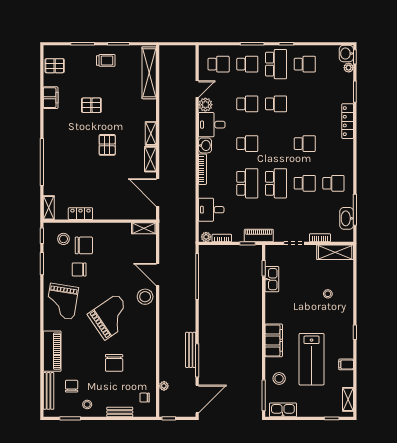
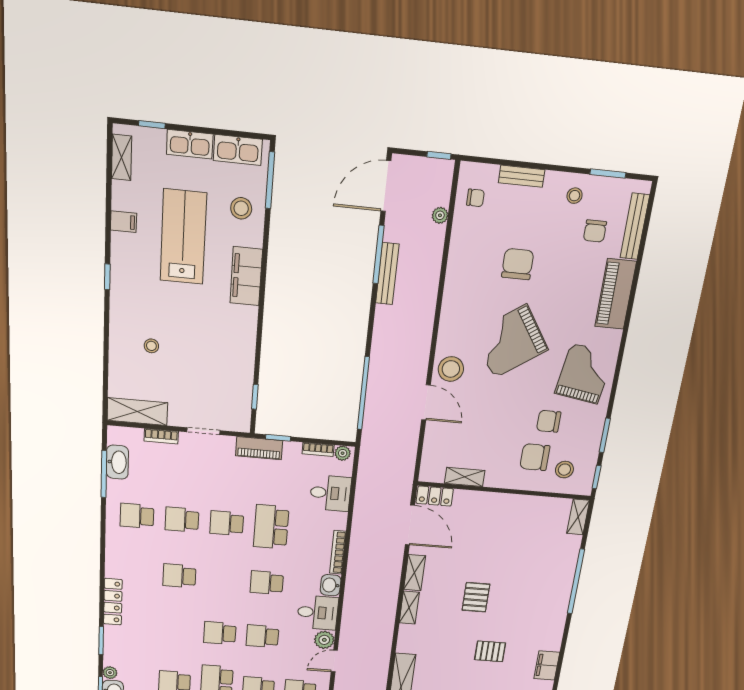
school desk: (276, 183) -> (227, 523), width x0.54
locker: (80, 214) -> (435, 496), moved
shelving: (144, 228) -> (465, 477), moved
chair: (79, 269) -> (549, 421), turned 180
kitchen sink: (272, 279) -> (190, 144), moved, turned -90

